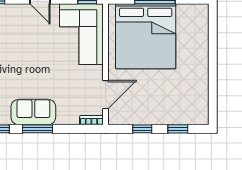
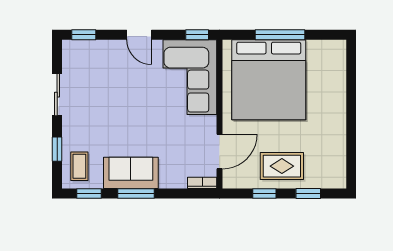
rug: (156, 107) -> (282, 166), added

